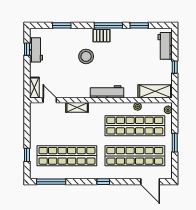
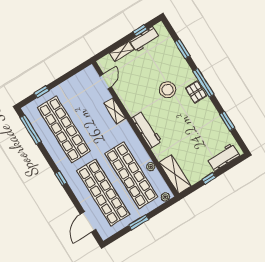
window: (108, 25) -> (203, 83), moved
shelving: (34, 88) -> (122, 51), moved

